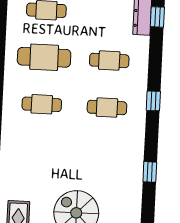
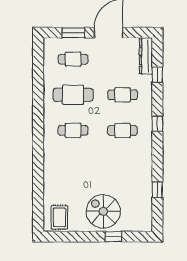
window: (157, 17) -> (157, 75), moved
window: (150, 172) -> (157, 190), moved

